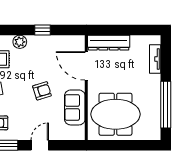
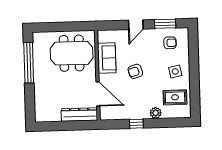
tv unit: (155, 59) -> (39, 102), removed

